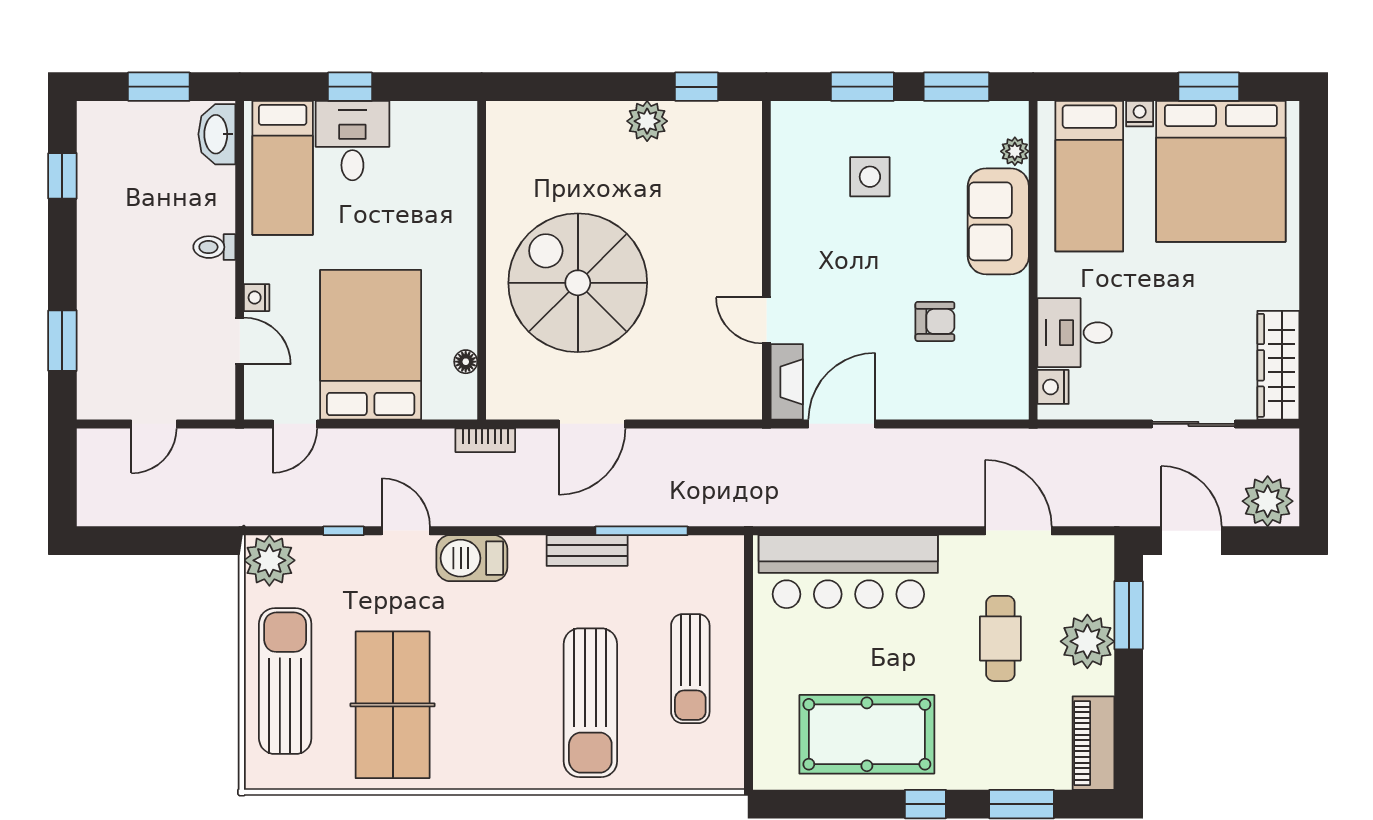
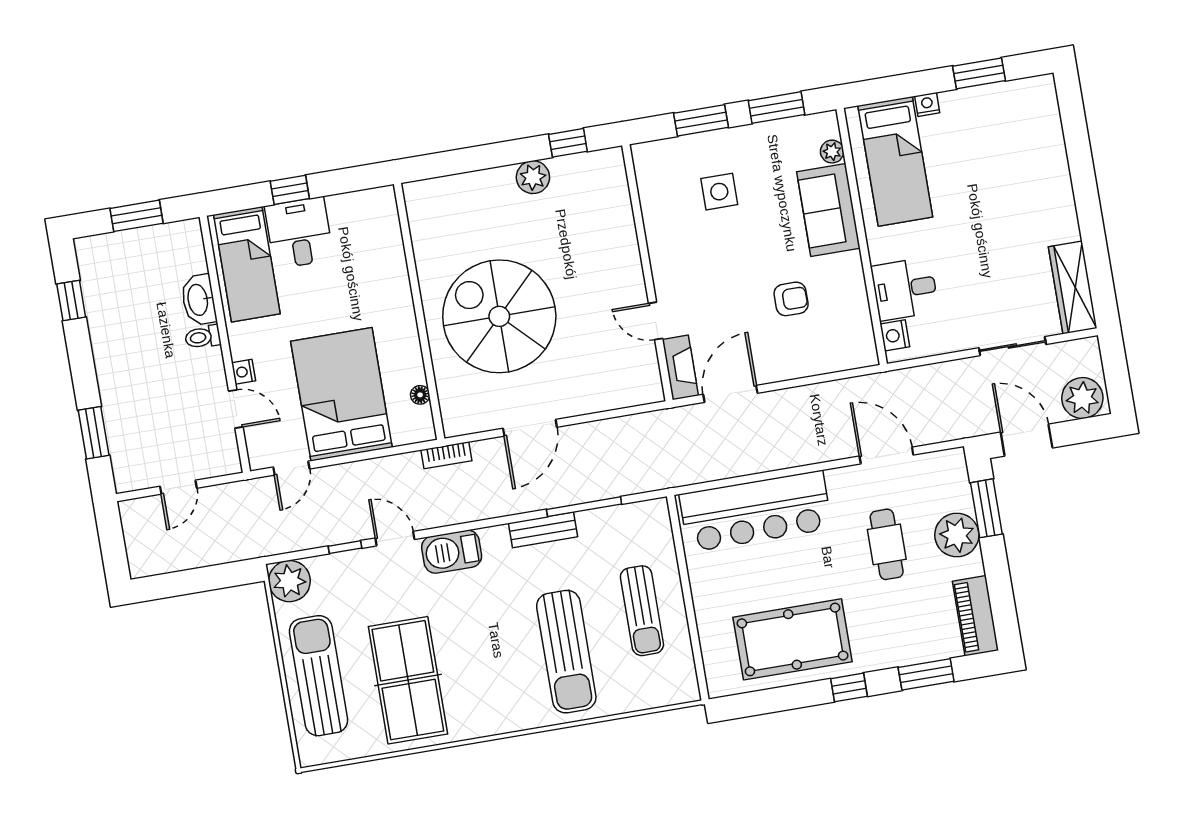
washbasin: (217, 134) -> (199, 300), moved
bed: (1221, 171) -> (1000, 140), removed

